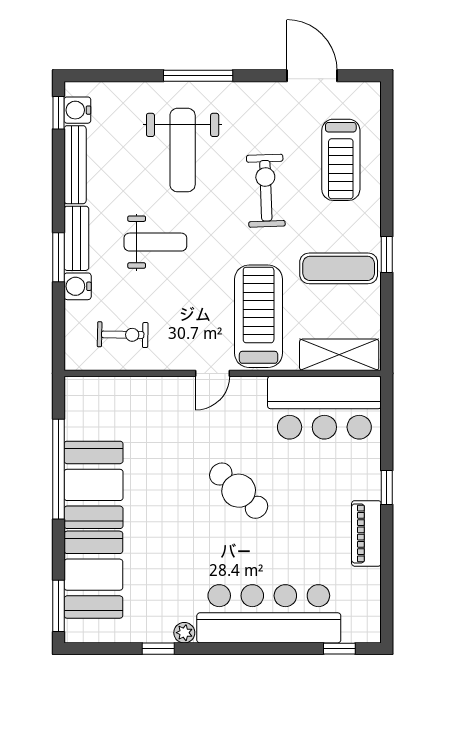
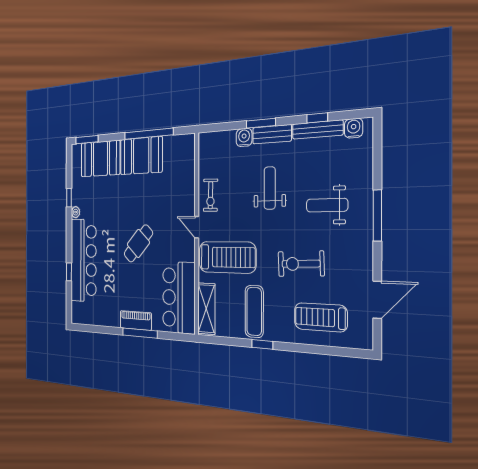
window: (59, 113) -> (317, 118), moved
weight bench: (183, 150) -> (327, 205), width x0.73, depth x0.75
exercise bike: (266, 191) -> (301, 264), turned 180
weight bench: (155, 242) -> (270, 188), turned 180
exercise bike: (123, 335) -> (211, 195), moved
window: (387, 487) -> (140, 333), width x2.17
piano: (366, 533) -> (136, 320), moved
window: (339, 649) -> (69, 272), moved

